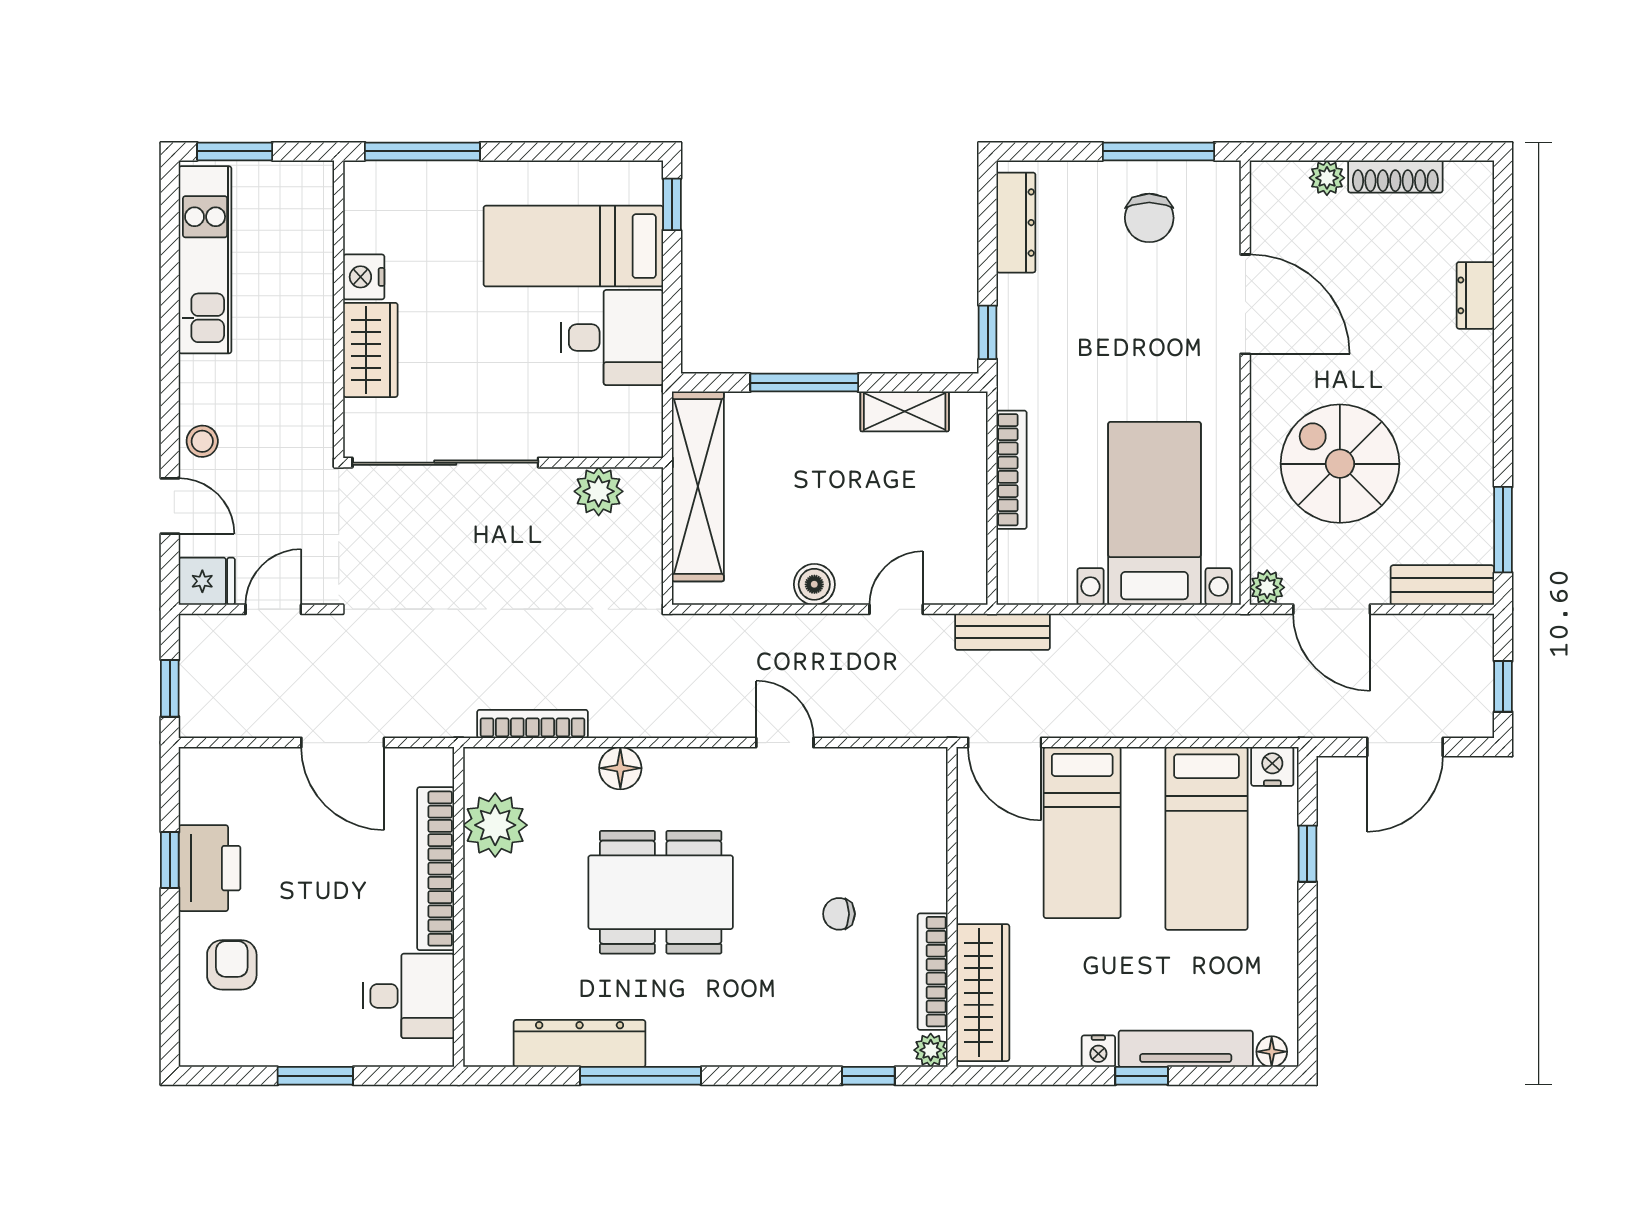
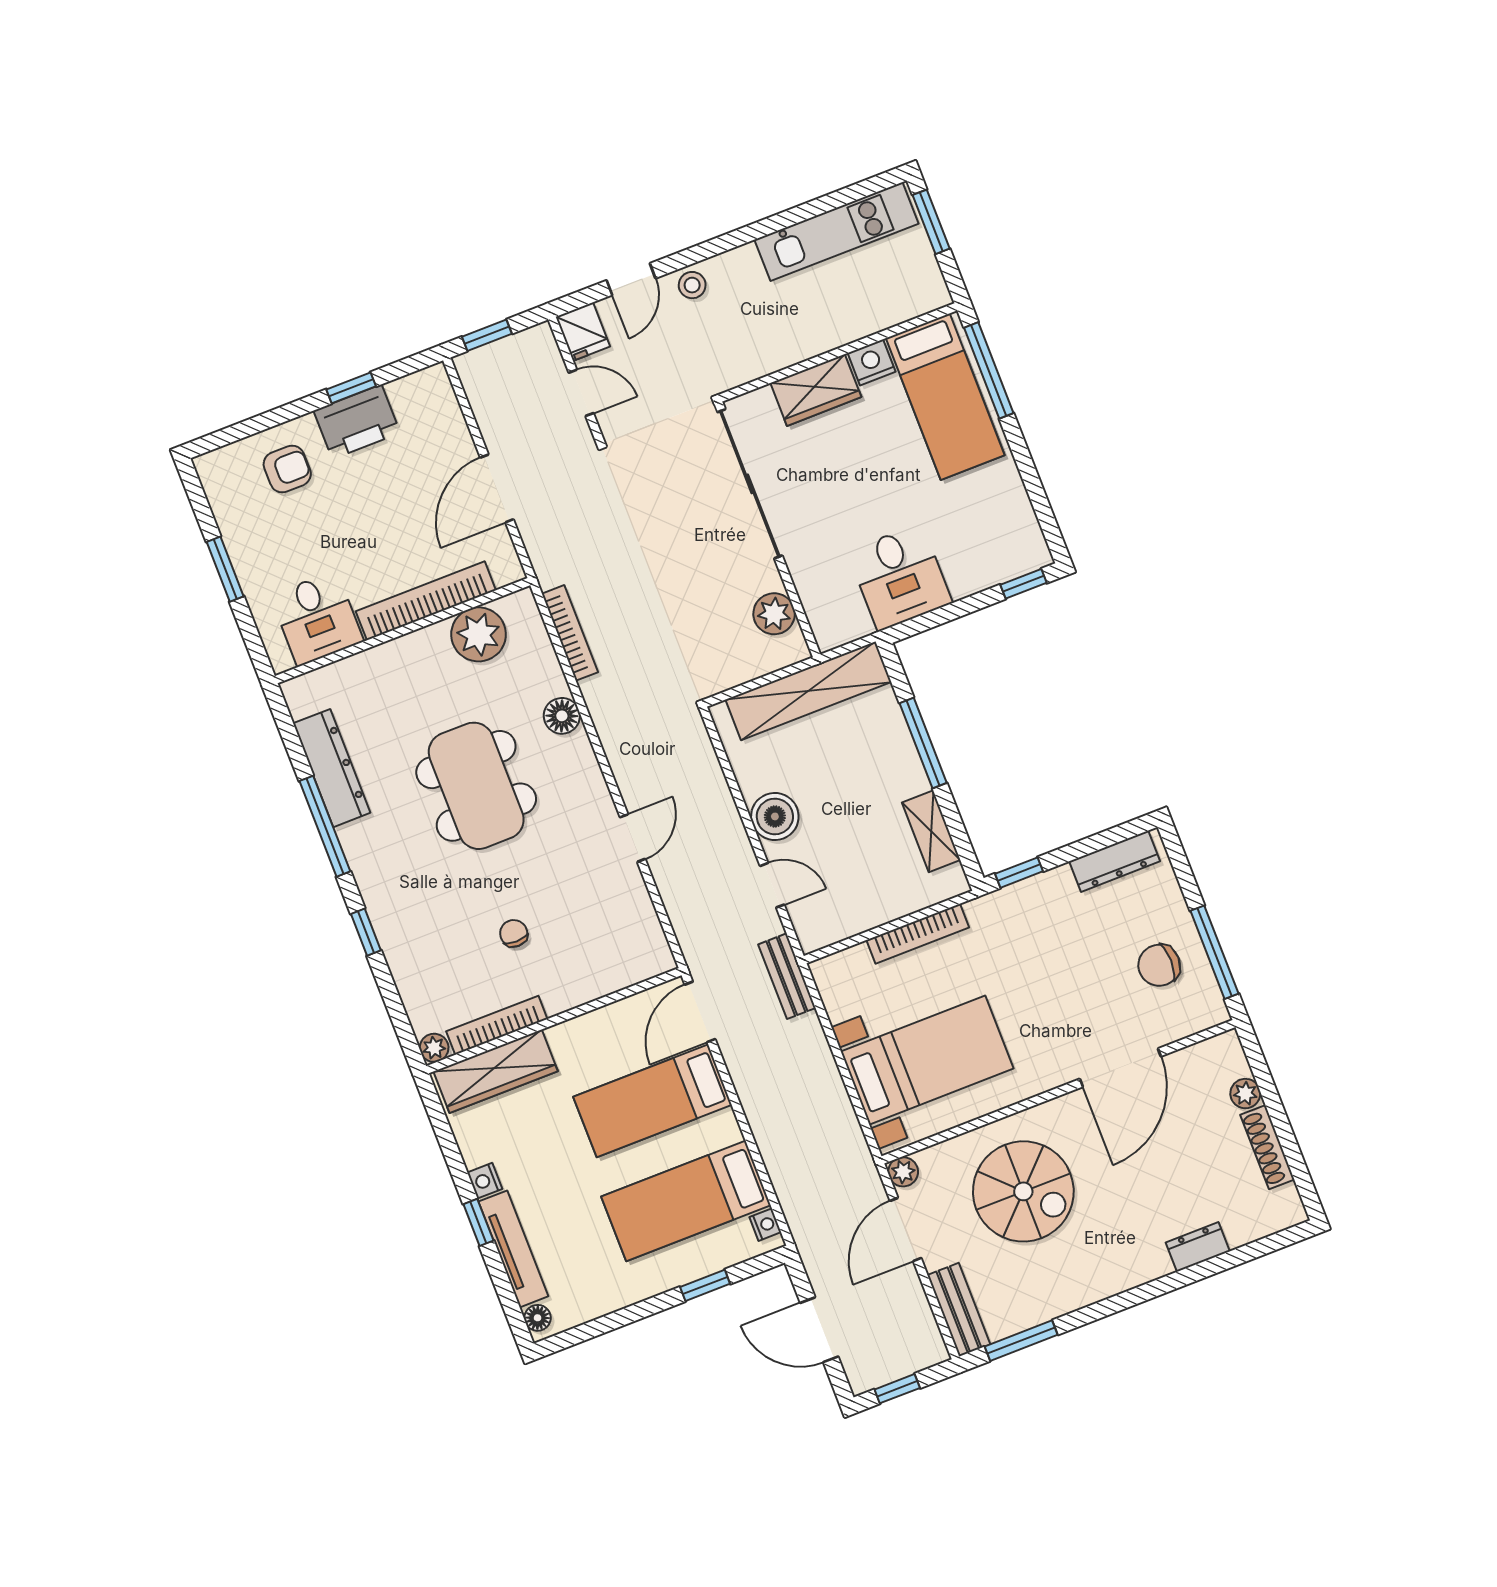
bed: (573, 246) -> (945, 397), moved, turned 180
spiral stairs: (1340, 464) -> (1023, 1191), turned 90
boiler: (814, 584) -> (775, 816), width x1.36, depth x1.36
nightstand: (1272, 766) -> (765, 1225), width x0.72, depth x0.74
window: (868, 1076) -> (366, 932), moved

